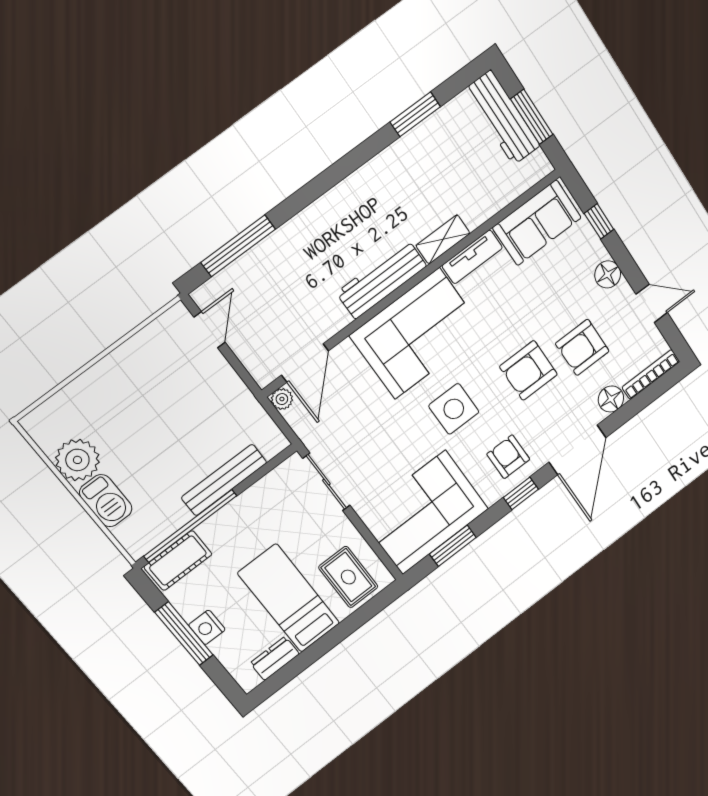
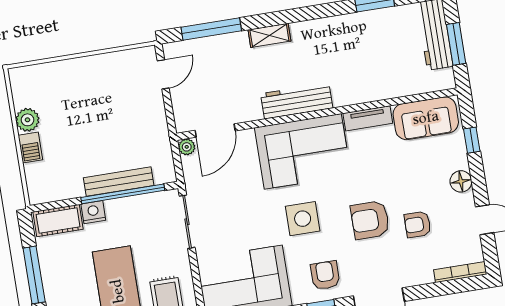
shelving: (443, 239) -> (269, 35), moved
armchair: (582, 347) -> (418, 224), width x0.72, depth x0.72
floor lamp: (611, 399) -> (422, 274), removed
plant: (77, 460) -> (27, 120), width x0.73, depth x0.73
barbecue: (106, 501) -> (30, 148), width x0.73, depth x0.79
window: (190, 526) -> (123, 194), moved
nightstand: (207, 627) -> (93, 212), moved, turned 90

